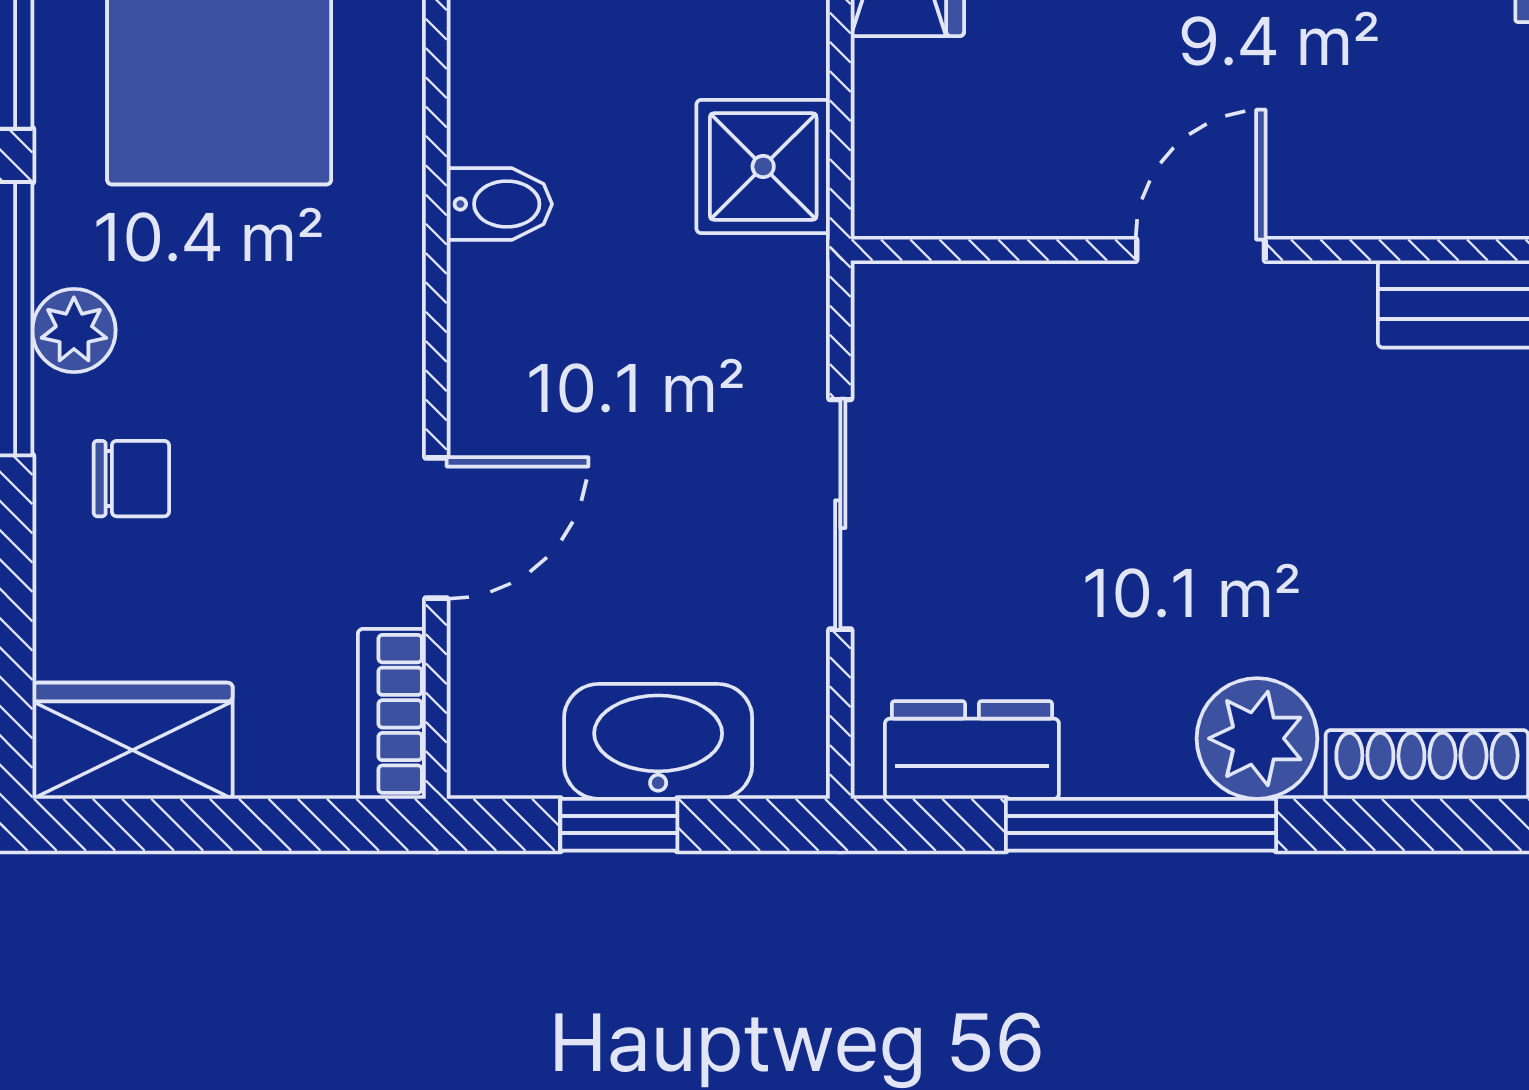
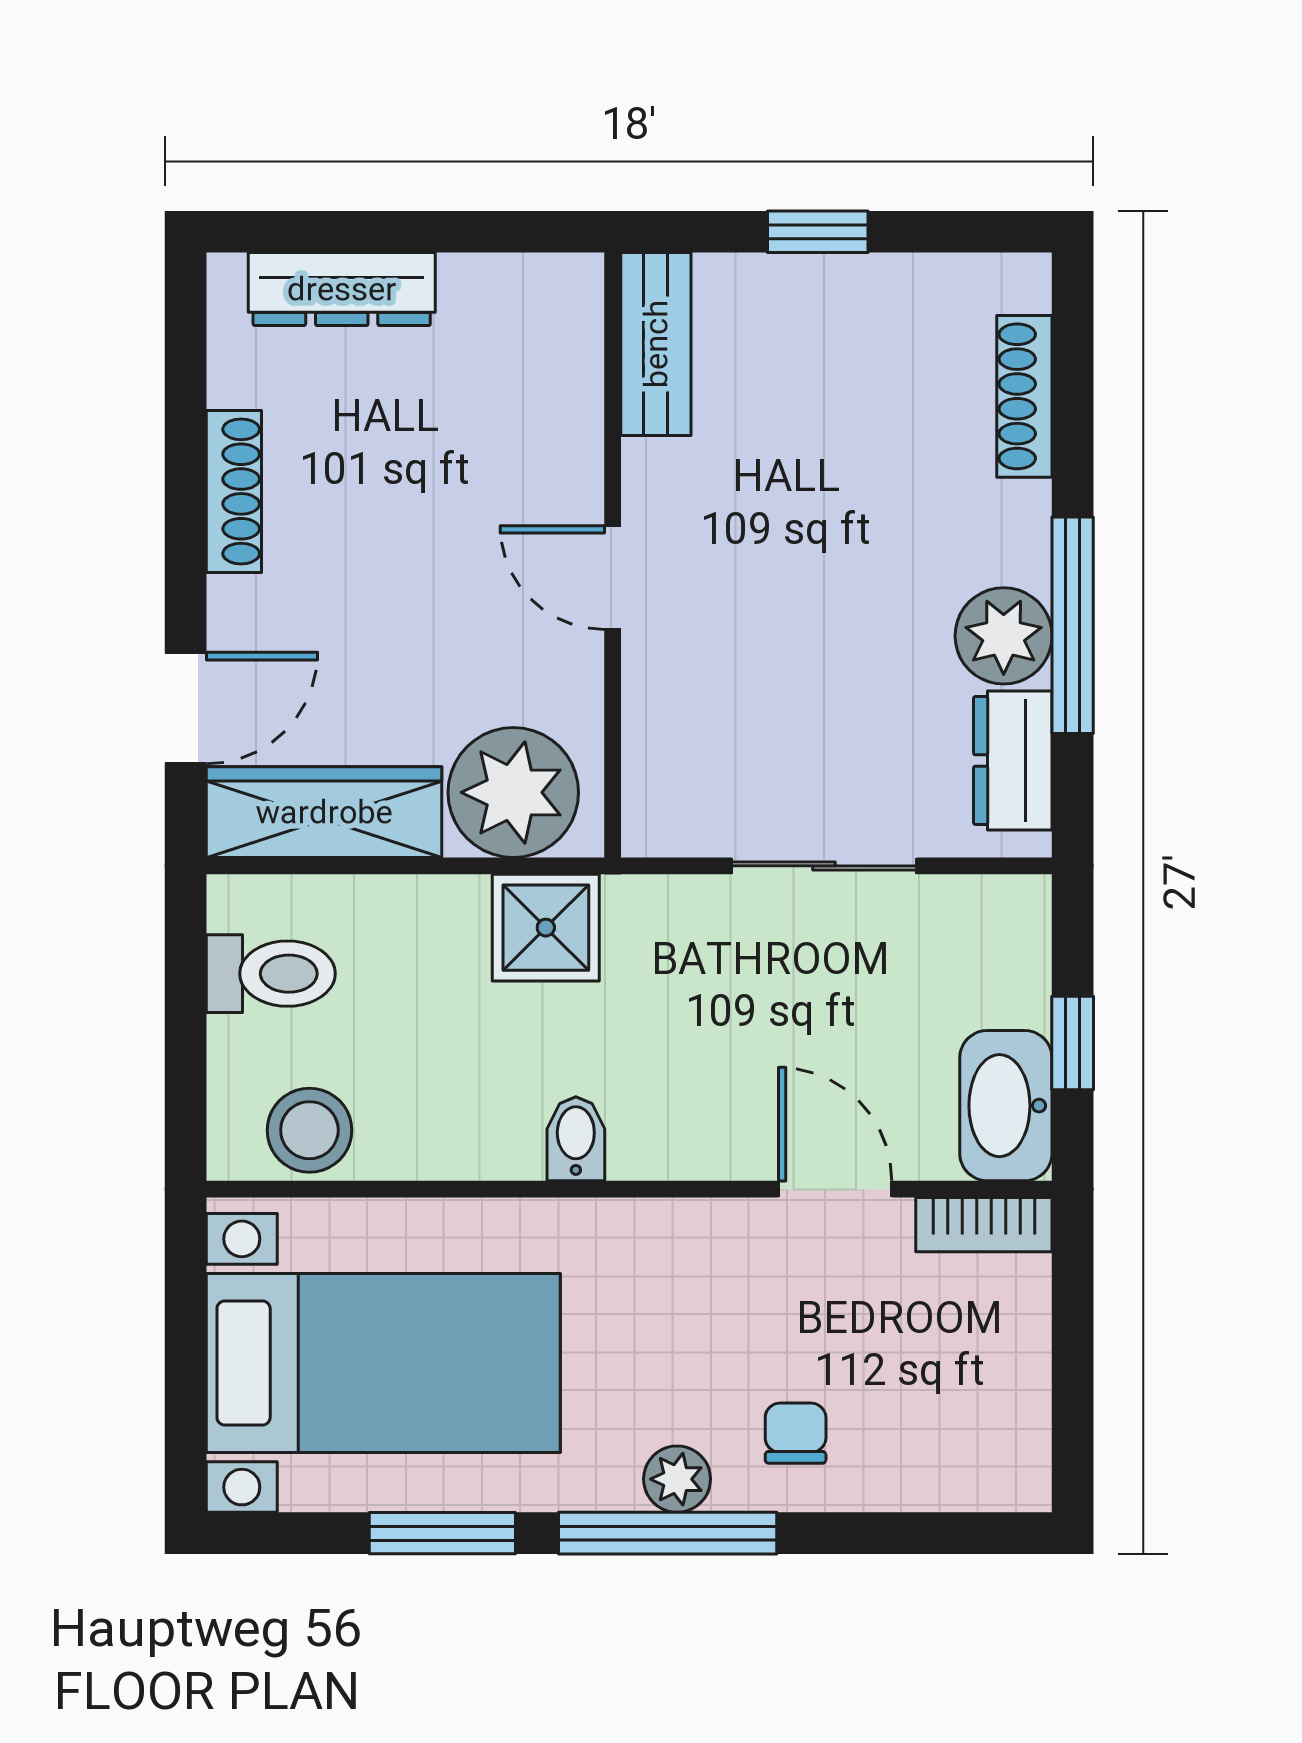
plant: (932, 126) -> (513, 792), added
plant: (1257, 738) -> (1004, 636), moved
wardrobe: (132, 741) -> (1005, 1432), removed
washbasin: (658, 741) -> (1006, 1106), moved

